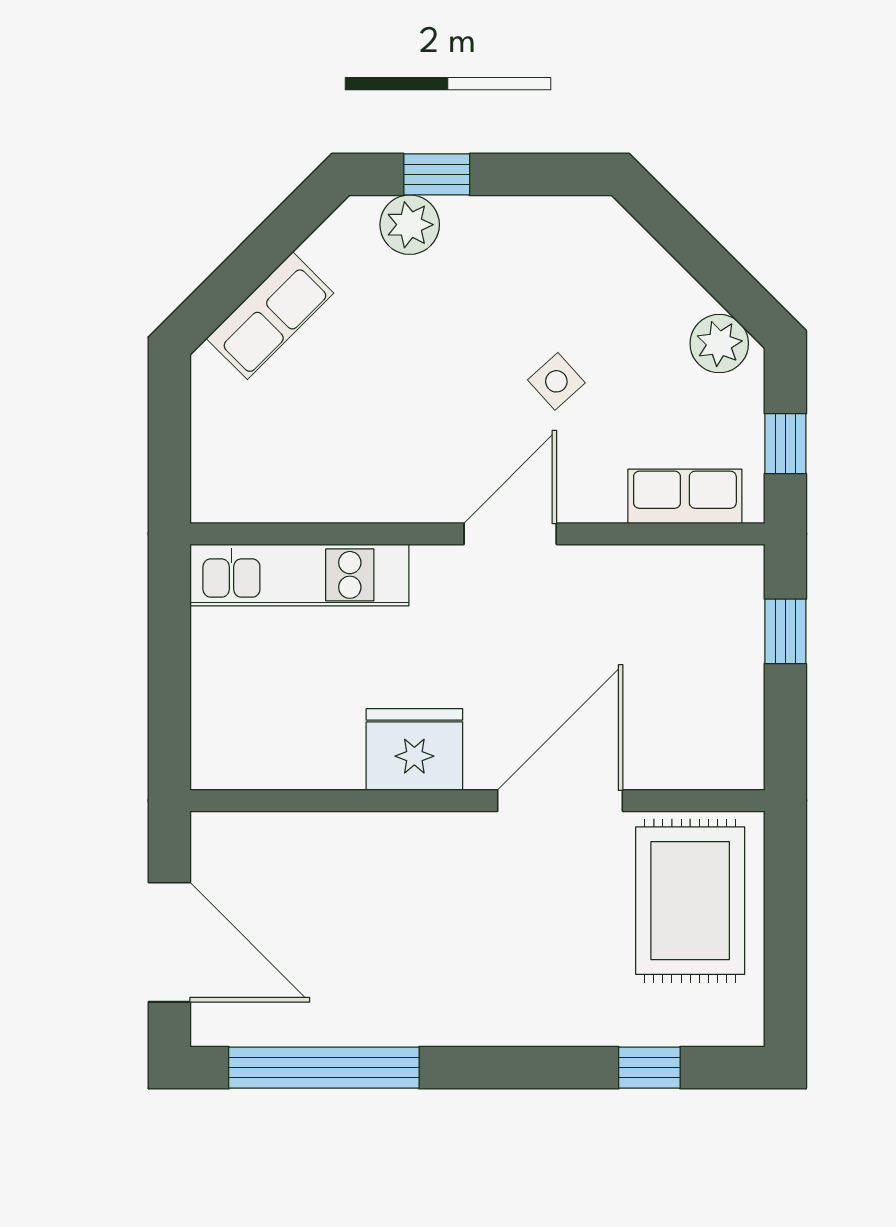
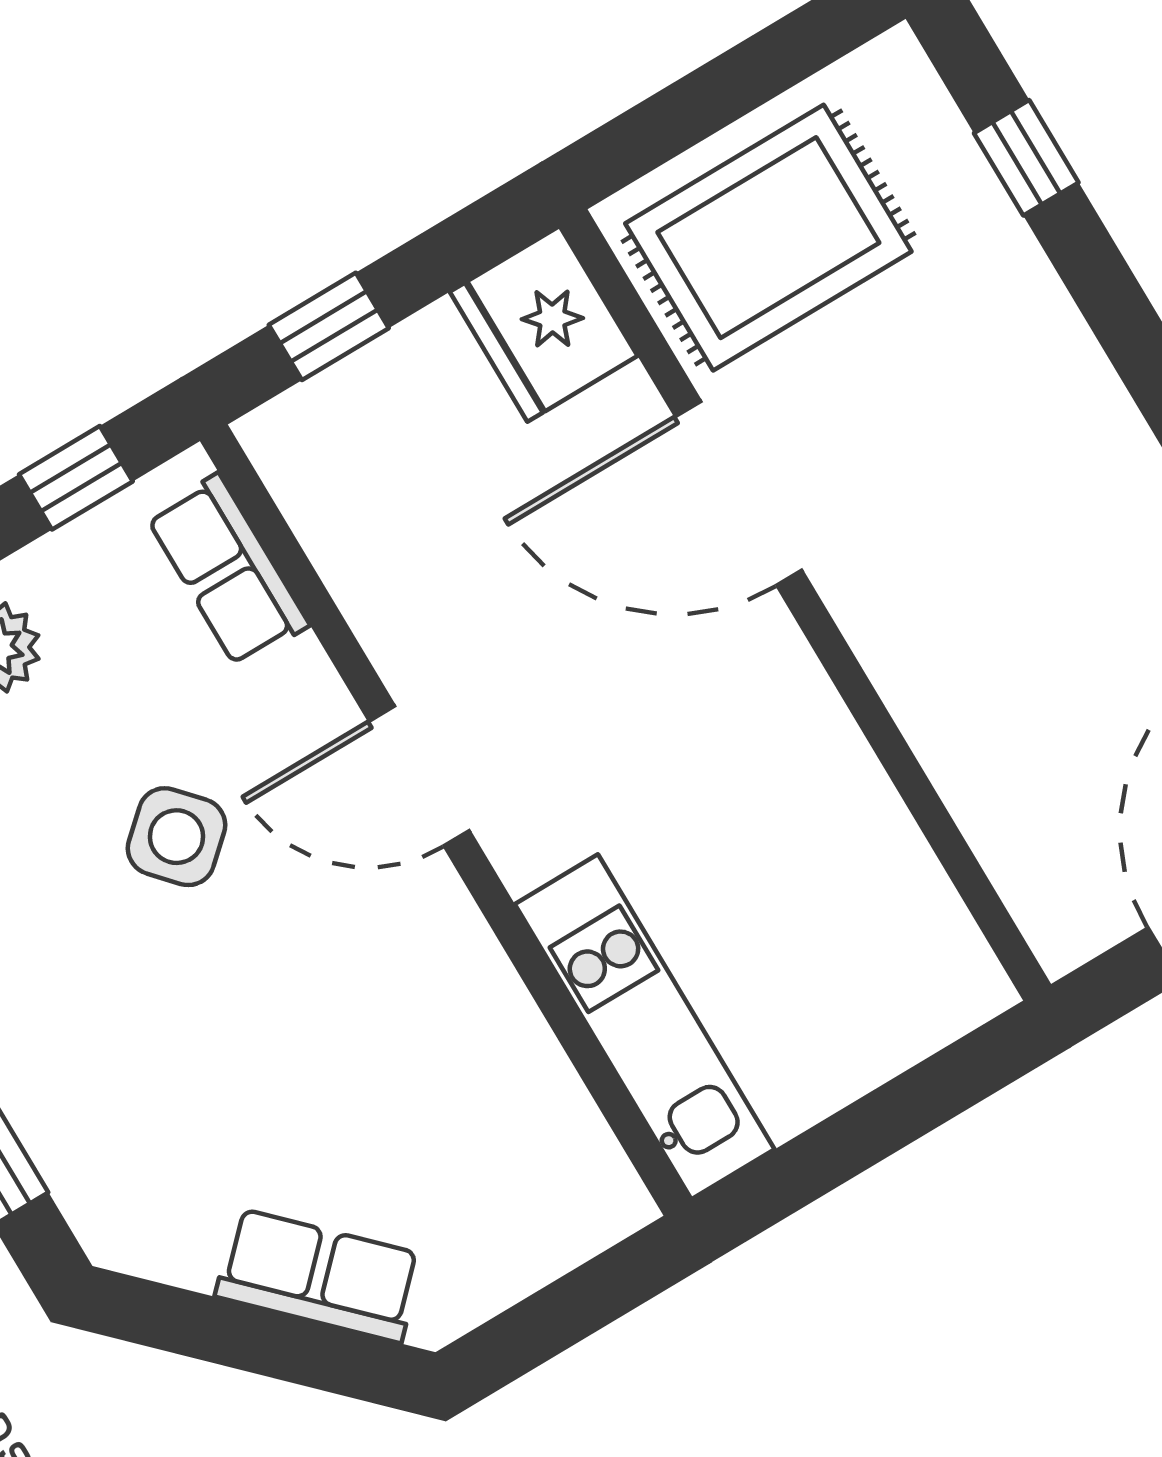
plant: (410, 225) -> (84, 1161), removed
side table: (556, 381) -> (176, 837), width x1.37, depth x1.37
fridge: (414, 750) -> (544, 324), moved

